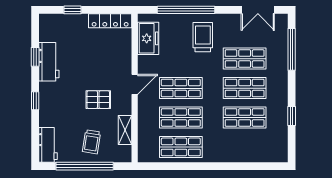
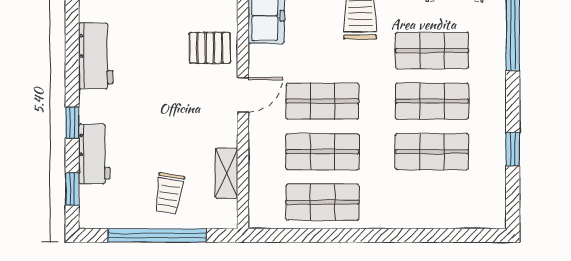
window: (35, 57) -> (72, 189), moved
pallet: (98, 100) -> (210, 48), moved
workbench: (48, 145) -> (94, 154), moved

